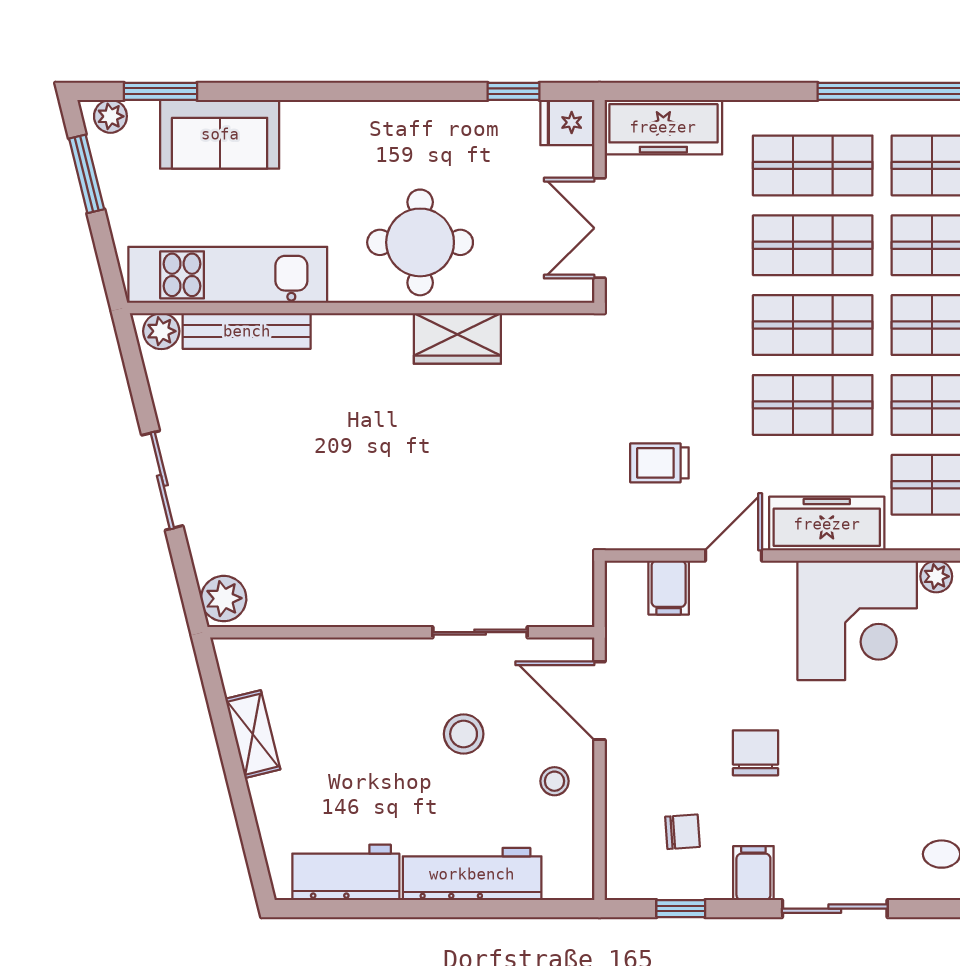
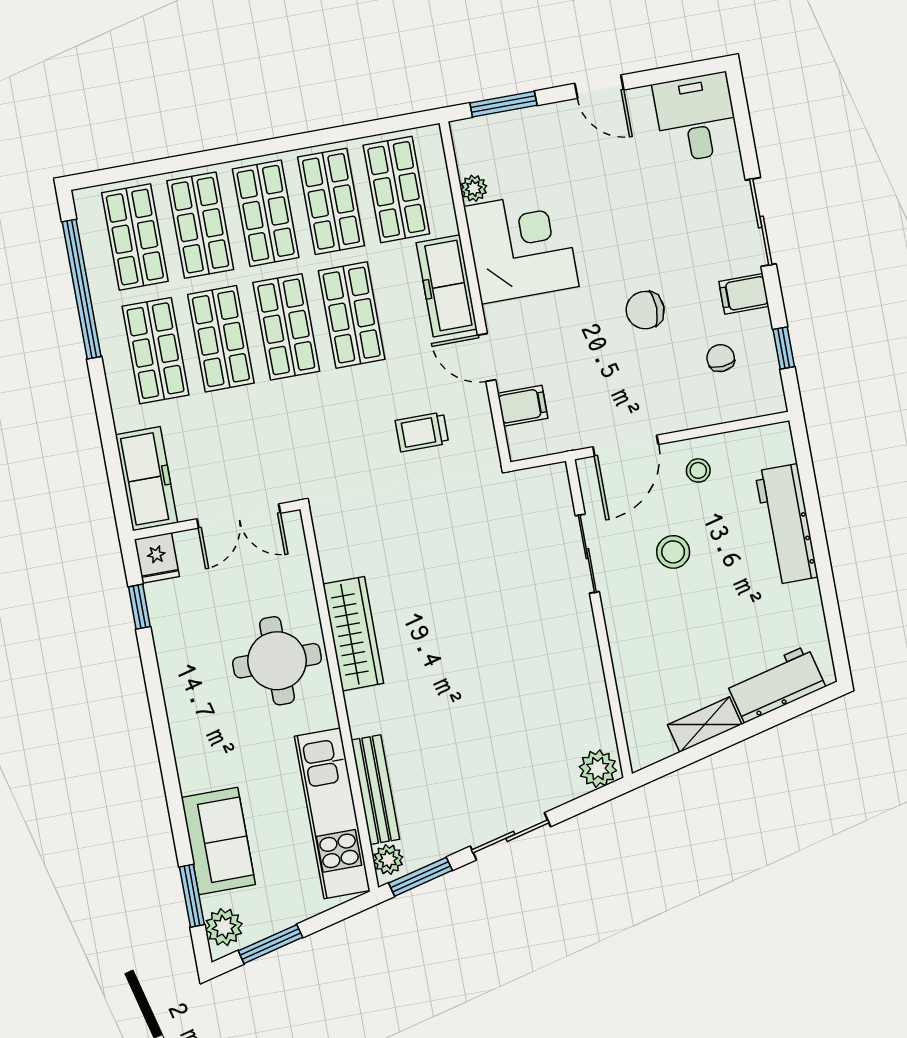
plant: (110, 116) -> (224, 927), width x1.38, depth x1.38
wardrobe: (457, 338) -> (353, 634), width x1.50
window: (134, 366) -> (421, 877), added
trolley: (659, 463) -> (422, 432), turned 90
workbench: (346, 872) -> (776, 684), moved, turned 76

